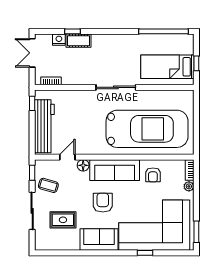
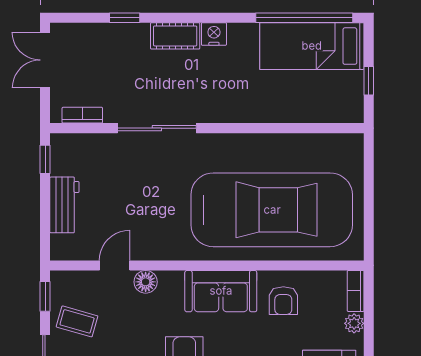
nightstand: (59, 40) -> (214, 34), moved
cot: (79, 41) -> (175, 36), moved
bed: (167, 67) -> (312, 46), moved
sliding door: (116, 87) -> (157, 128), moved
workbench: (44, 126) -> (64, 205), width x0.53, depth x0.76
sofa: (115, 170) -> (221, 291), width x0.73

